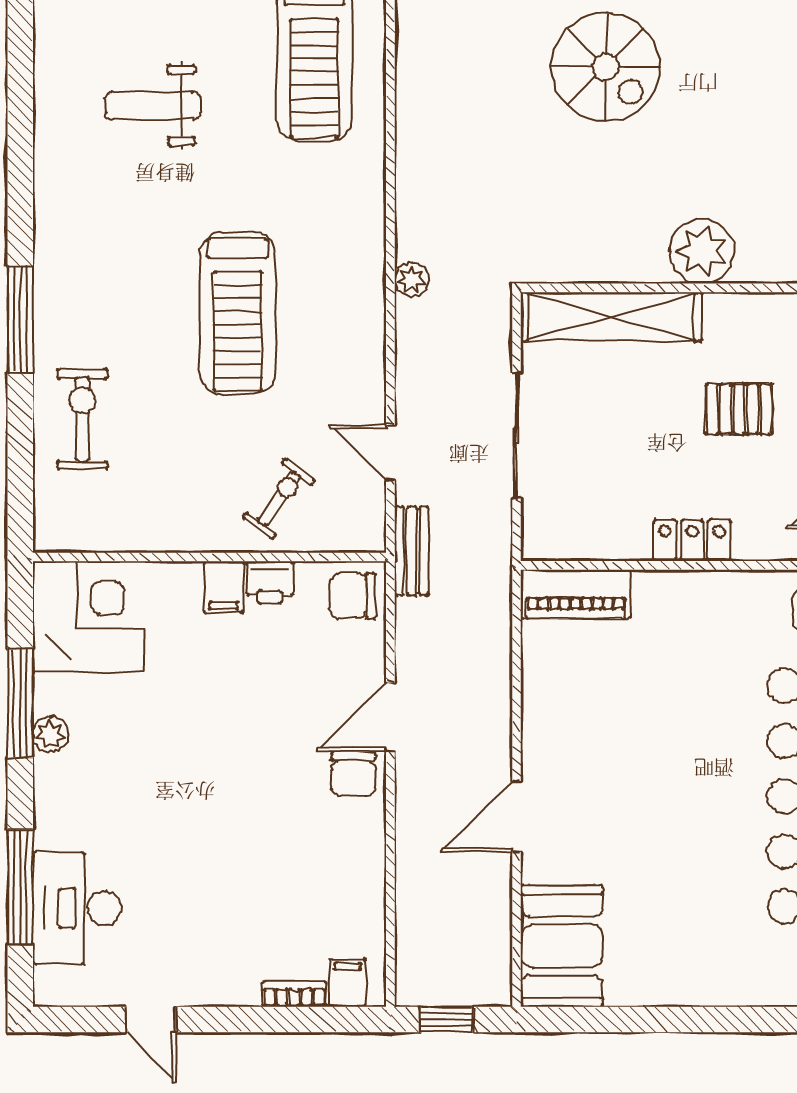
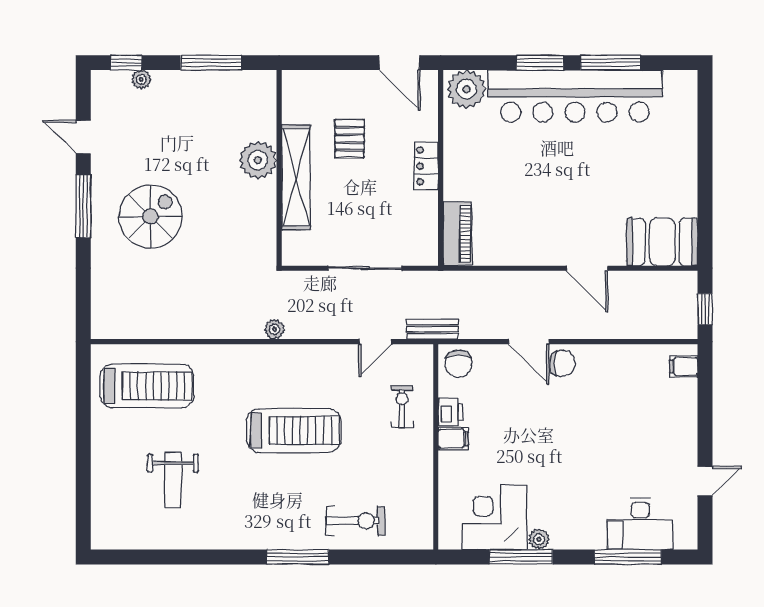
shelving: (611, 317) -> (296, 177), moved
exercise bike: (82, 419) -> (356, 521), turned 180
exercise bike: (279, 499) -> (402, 406), turned 54
corner desk: (89, 617) -> (494, 517), moved
bookcase: (294, 994) -> (690, 397), removed

